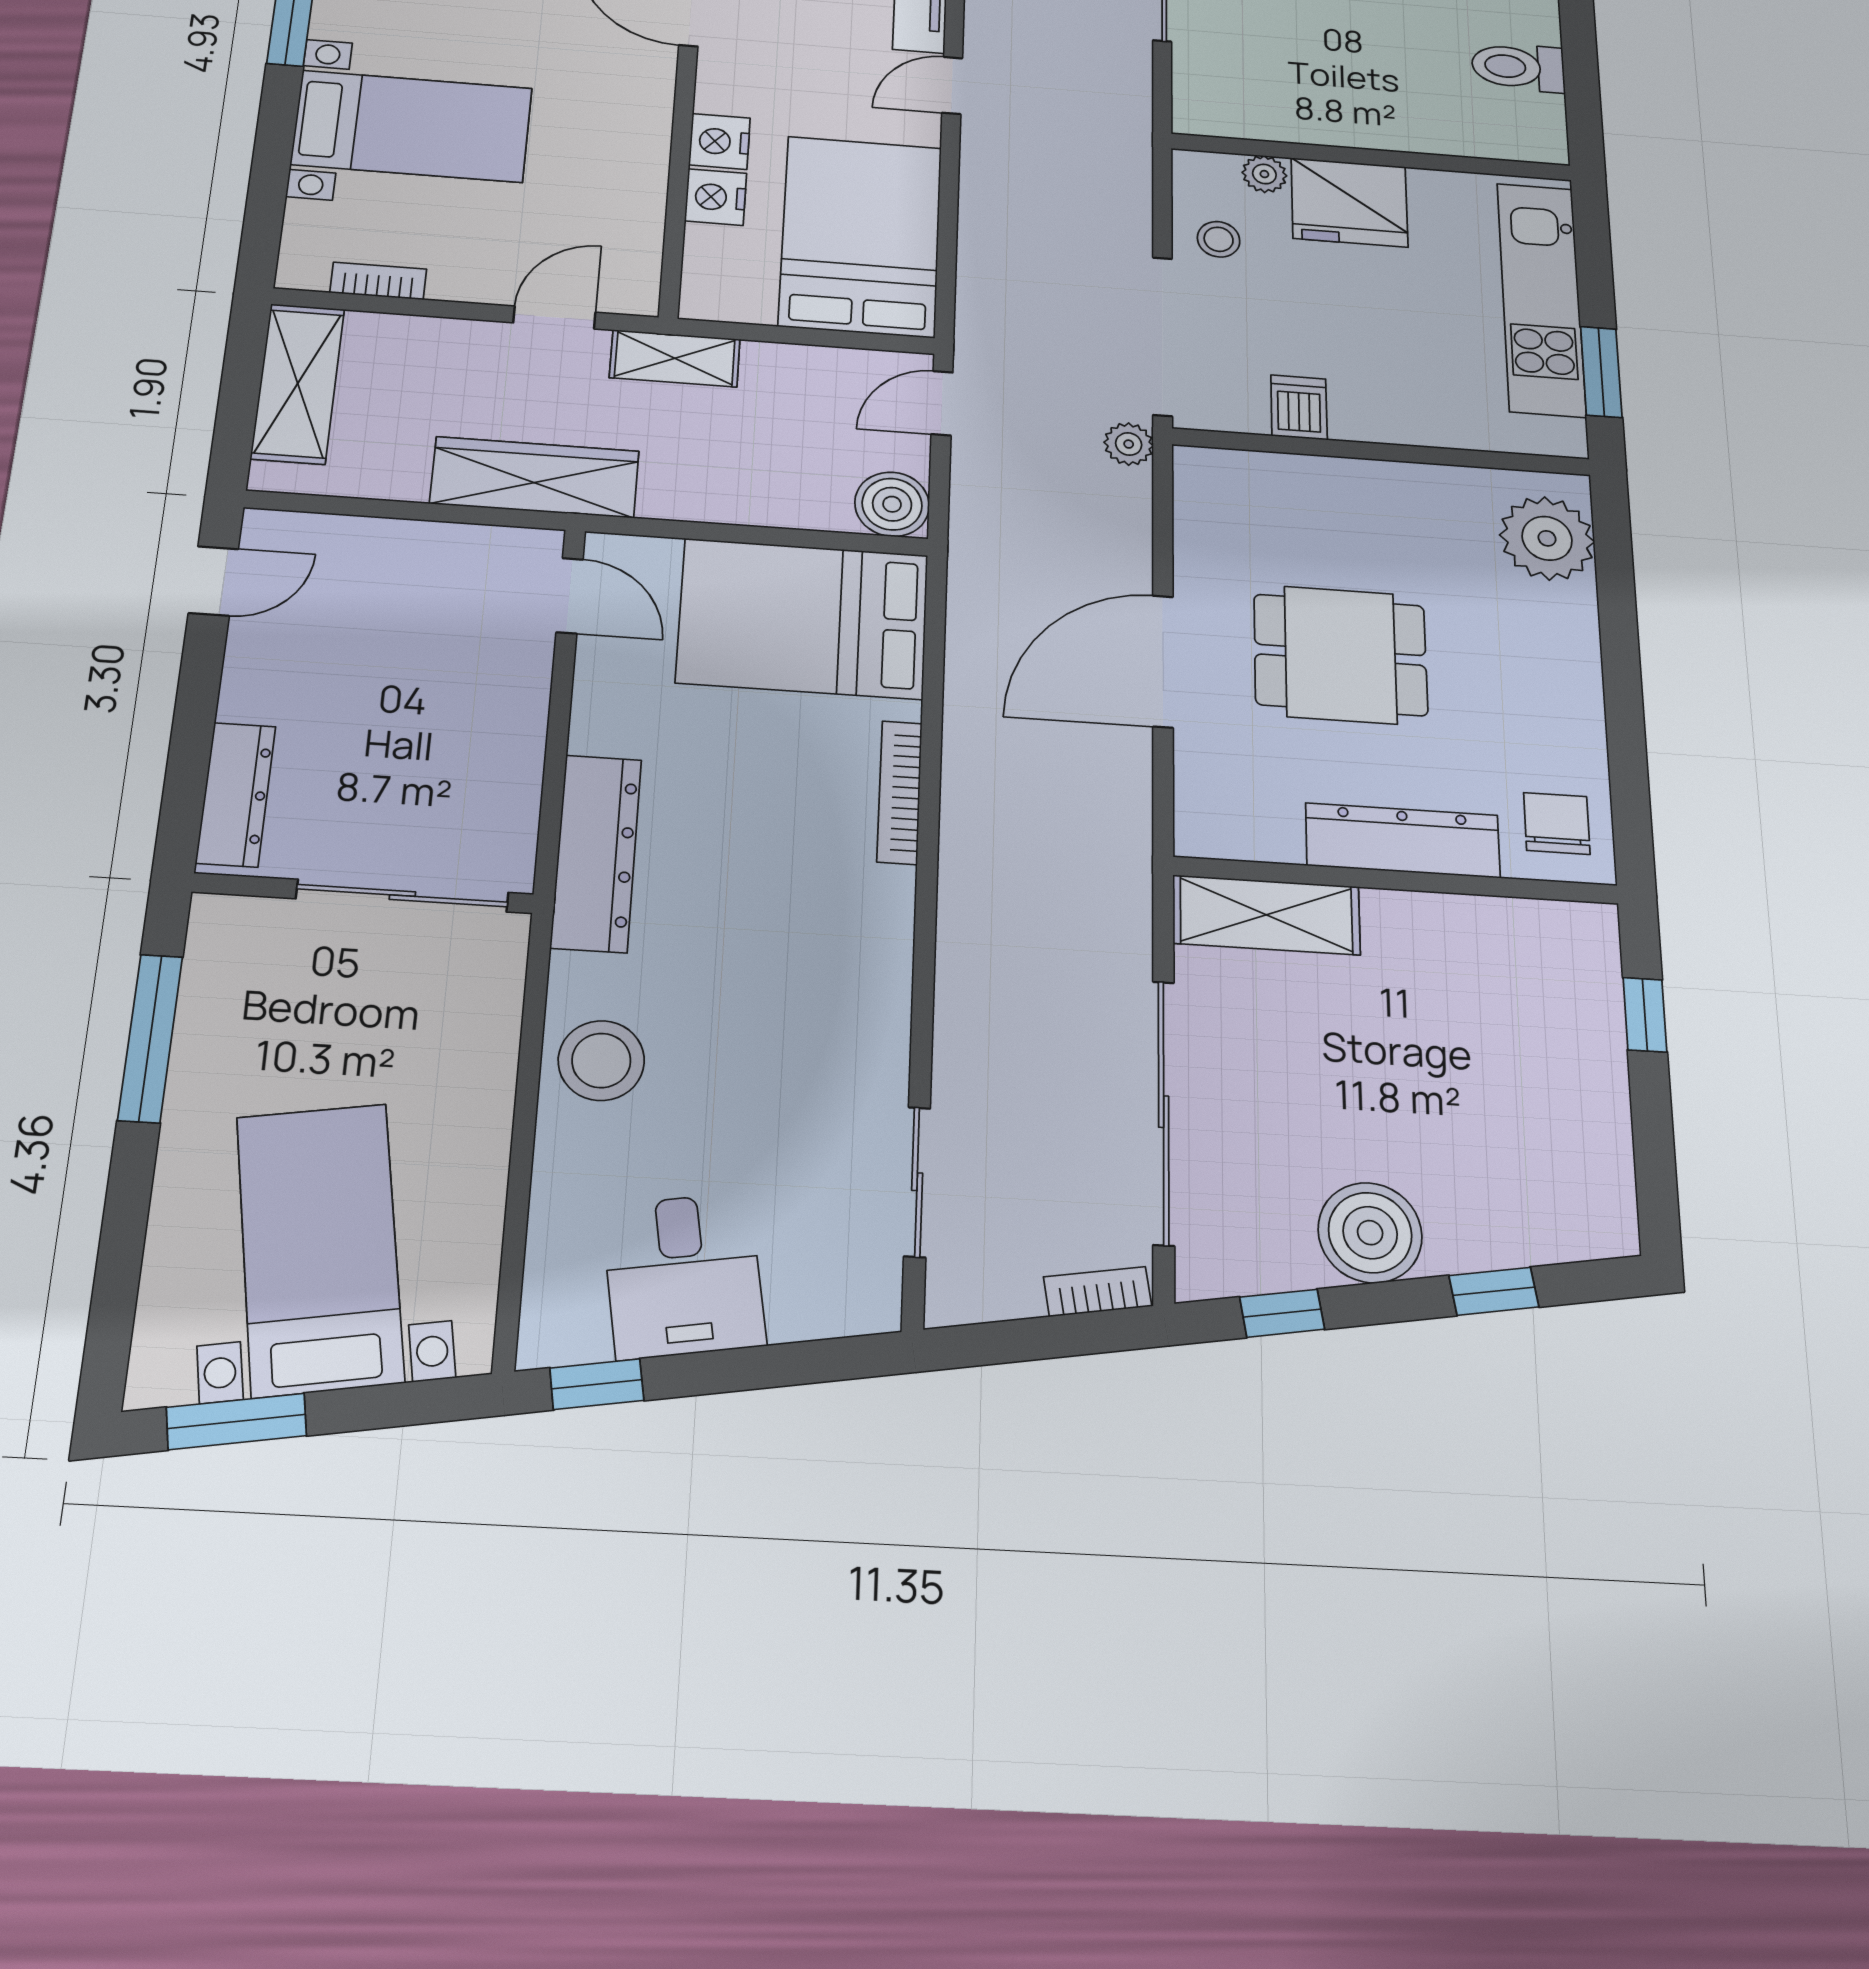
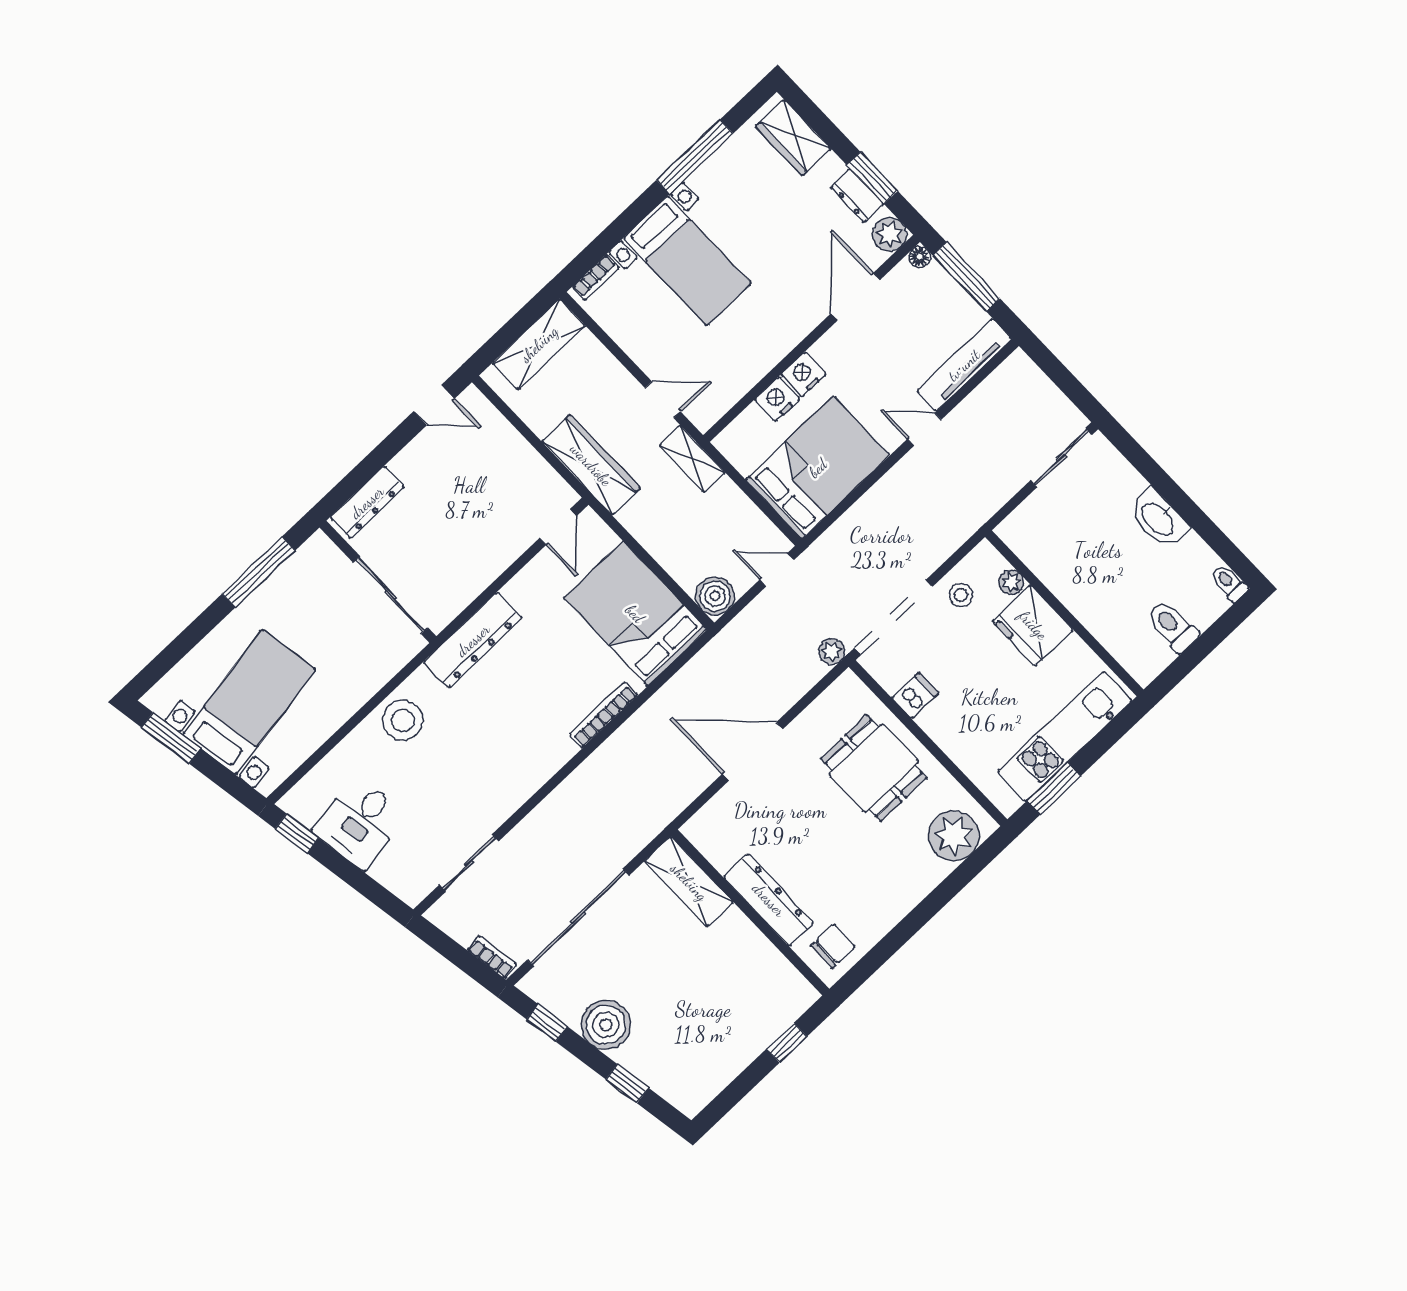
bookcase: (378, 281) -> (596, 277), moved, turned 90
dining table: (1340, 655) -> (874, 768), moved

